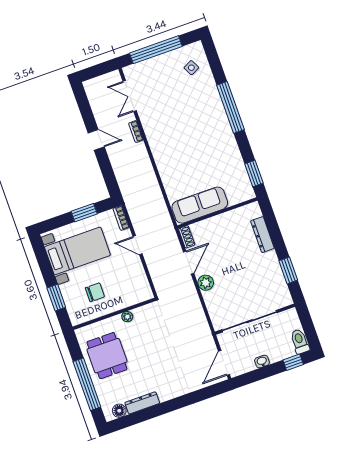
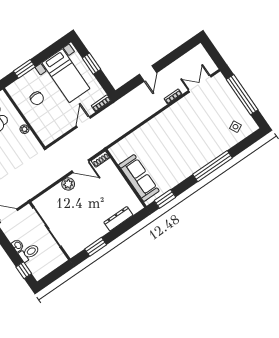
door: (96, 140) -> (148, 73), moved
sofa: (200, 205) -> (139, 178), moved
window: (84, 213) -> (91, 64), moved
toilet: (300, 341) -> (29, 253), moved

